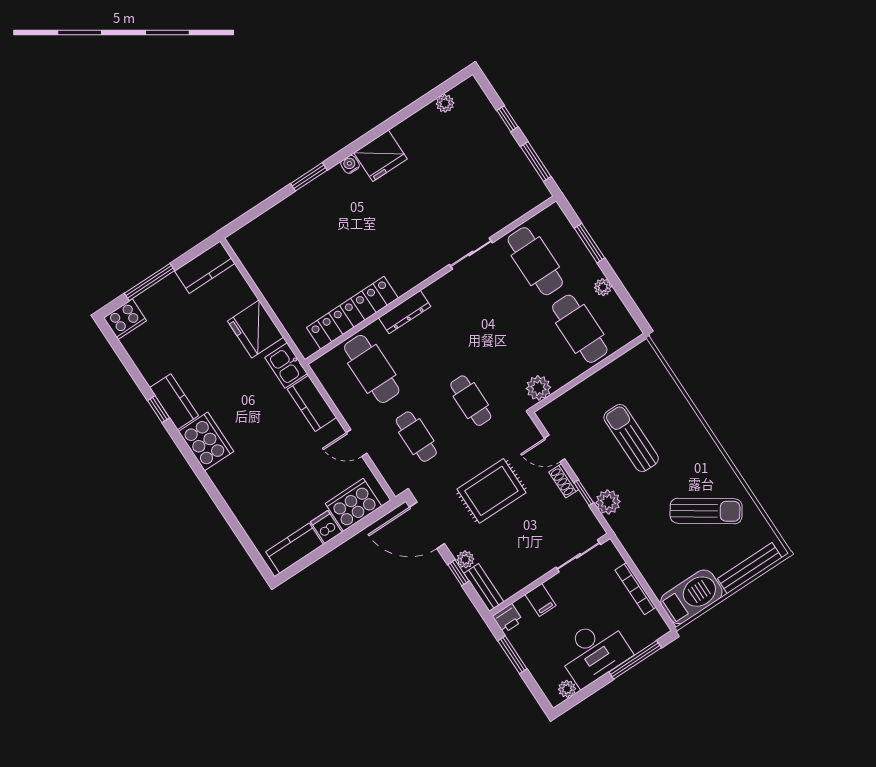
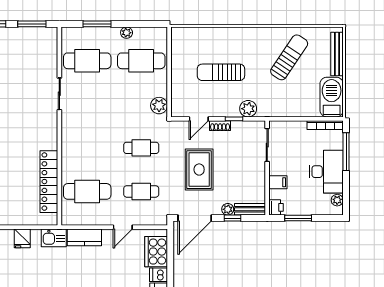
dresser: (405, 312) -> (68, 152), removed
fridge: (255, 329) -> (22, 238), width x0.53, depth x0.75
bookcase: (636, 589) -> (325, 125), moved

